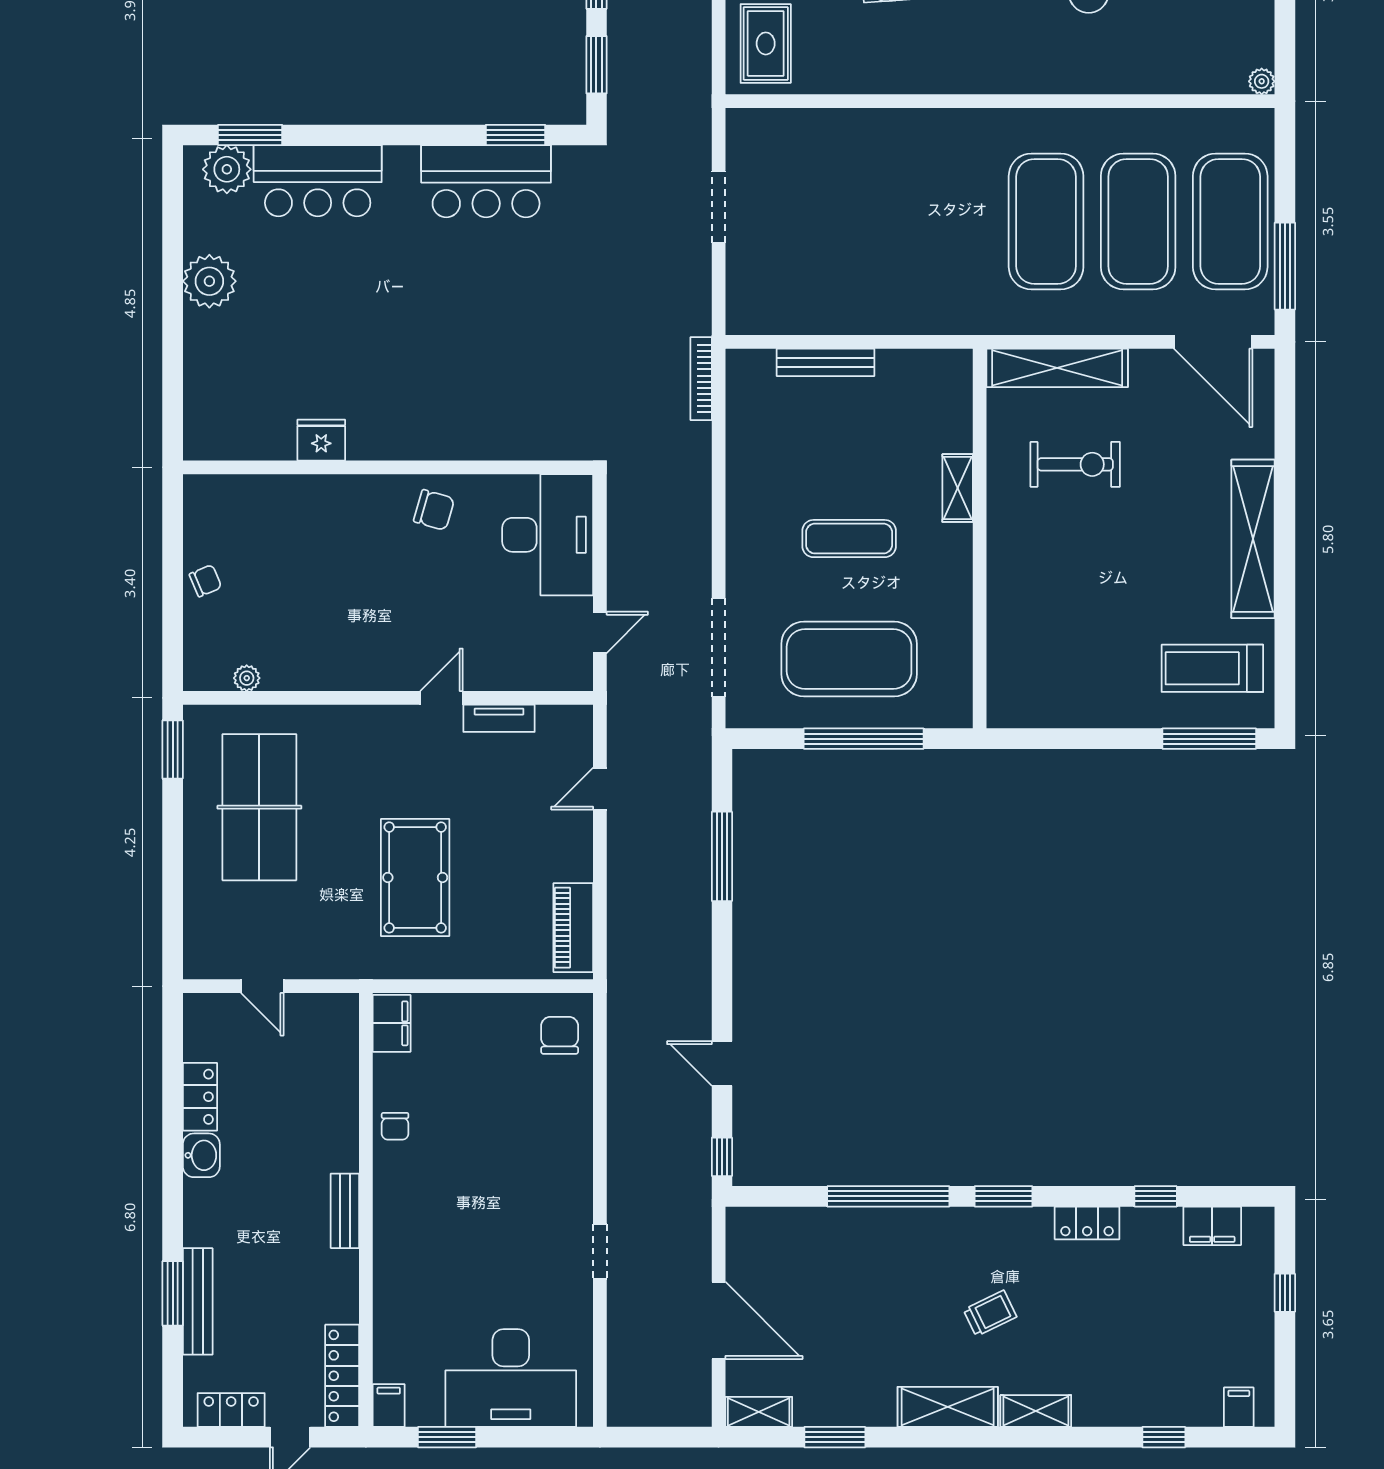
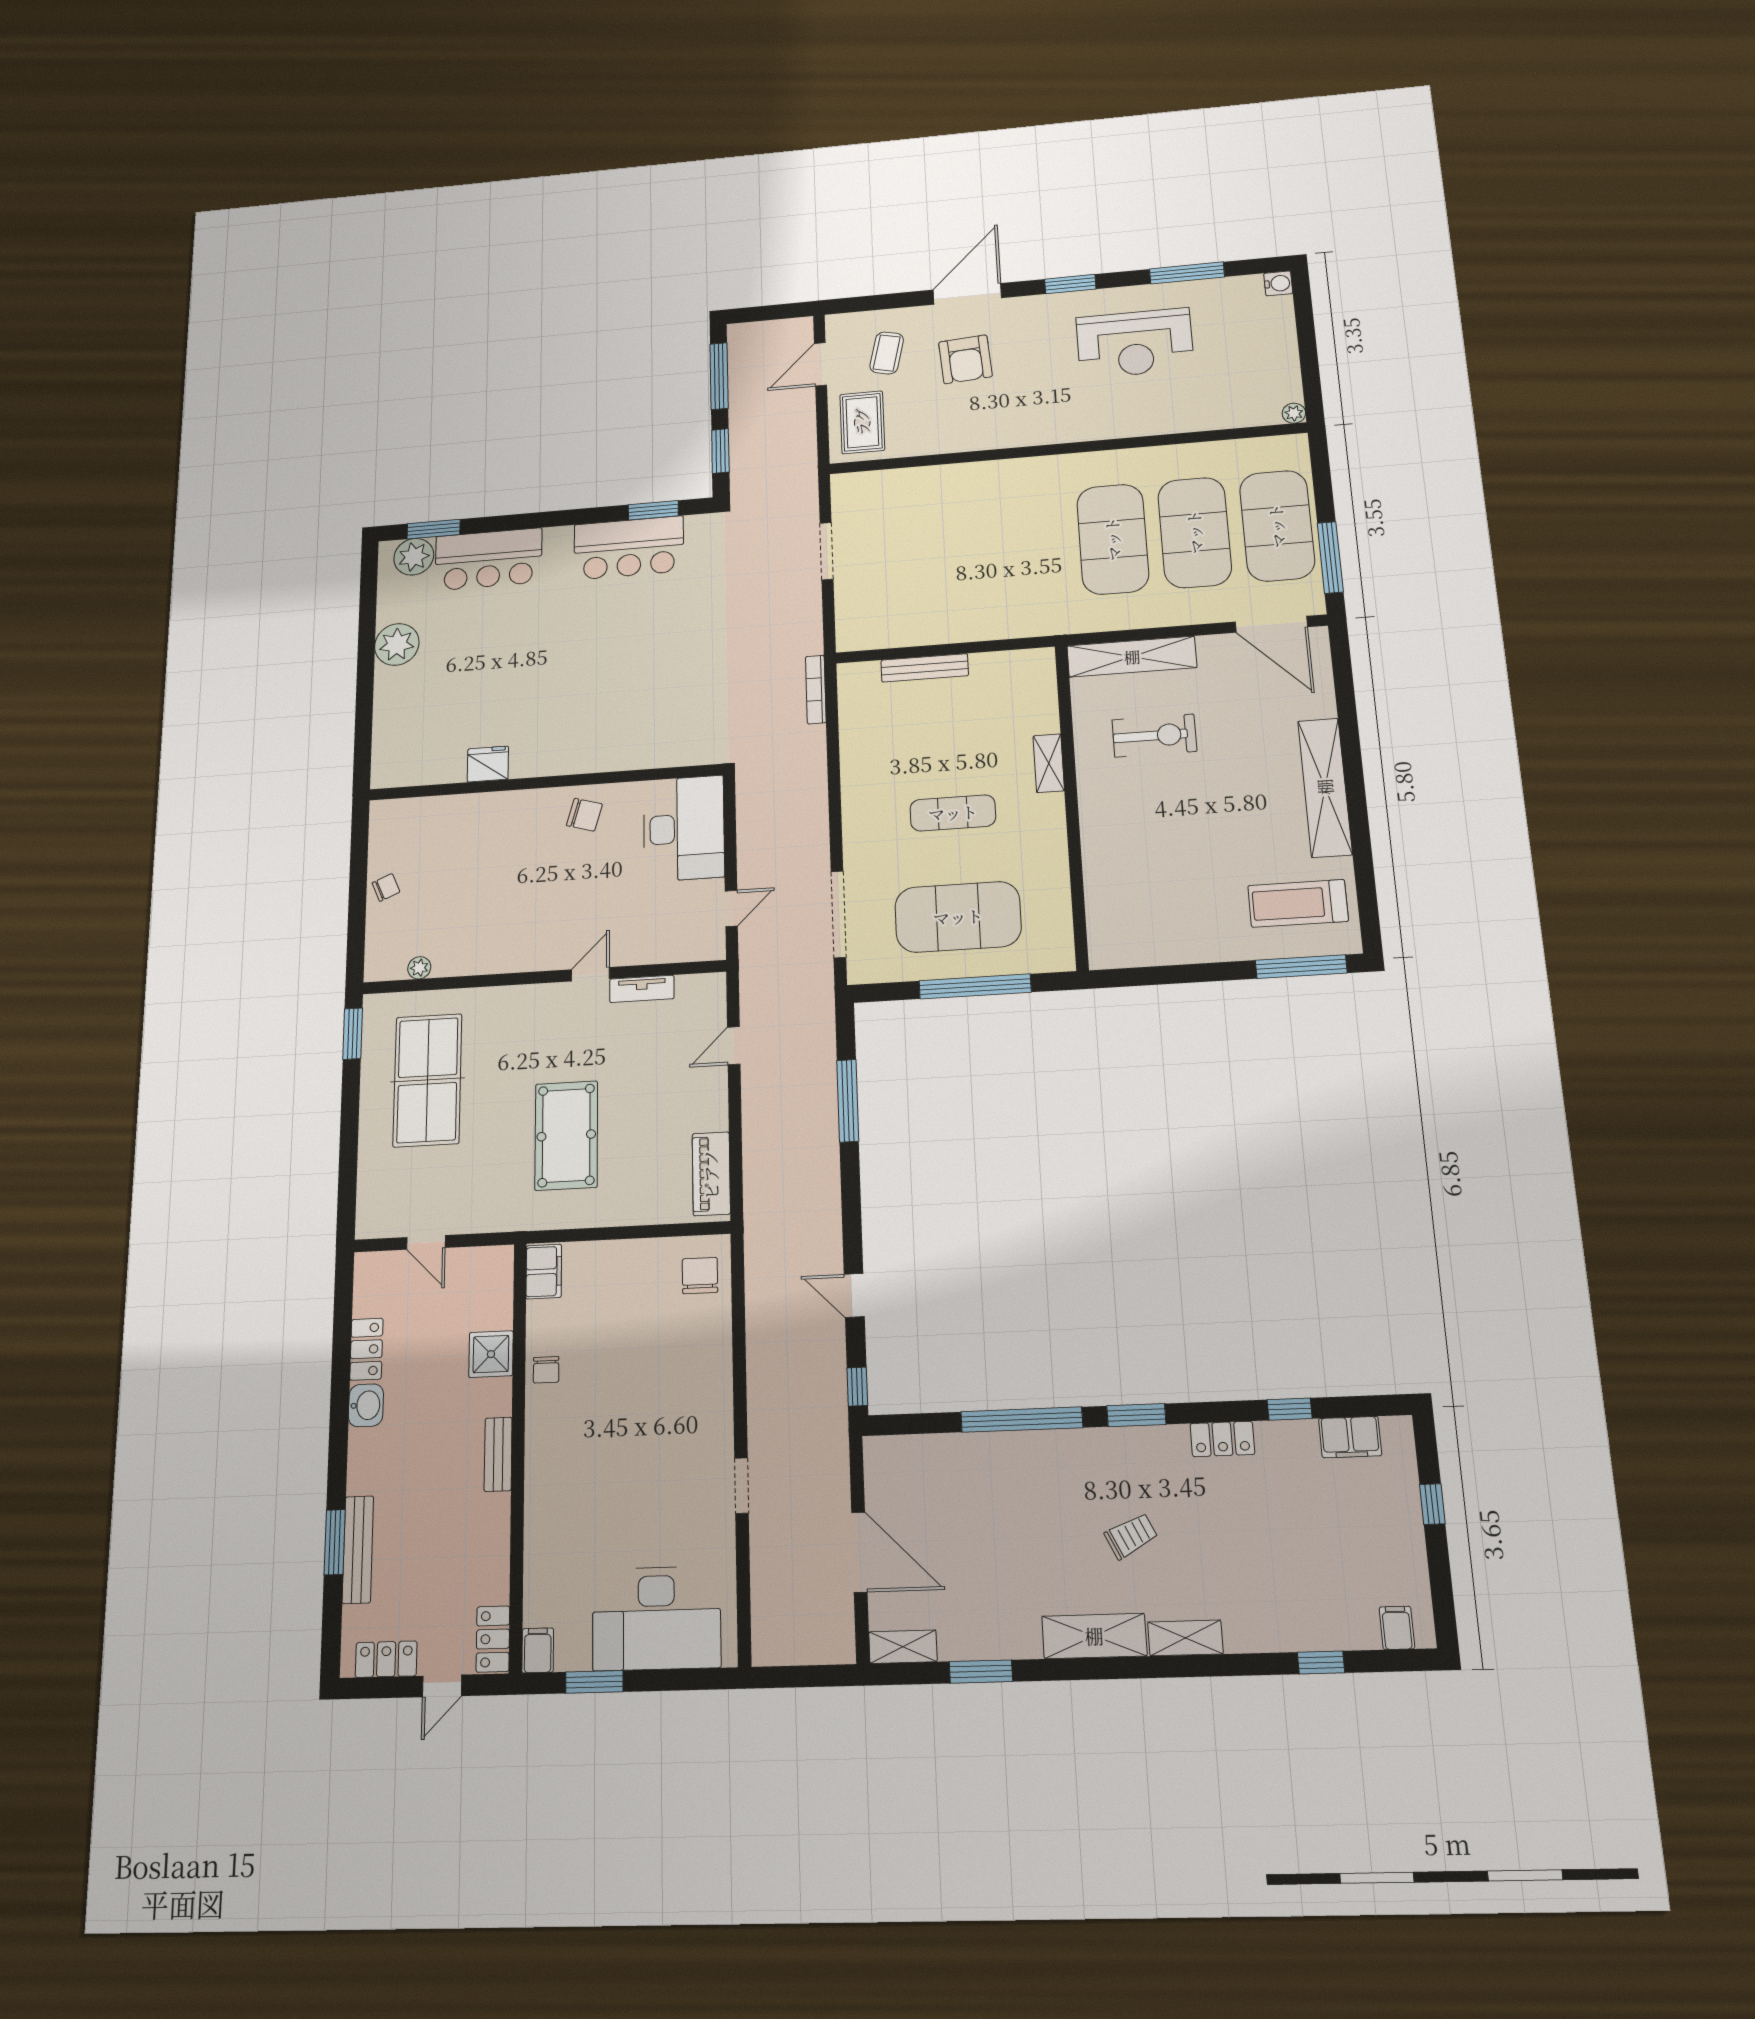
shower: (336, 1108) -> (491, 1354), added
locker: (342, 1376) -> (493, 1639), width x0.66

